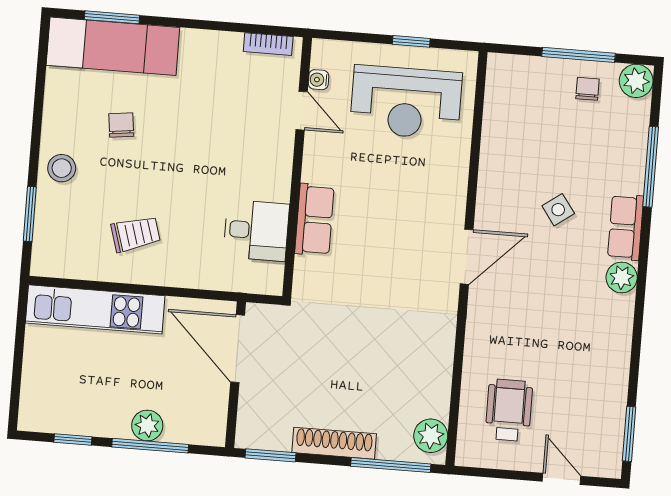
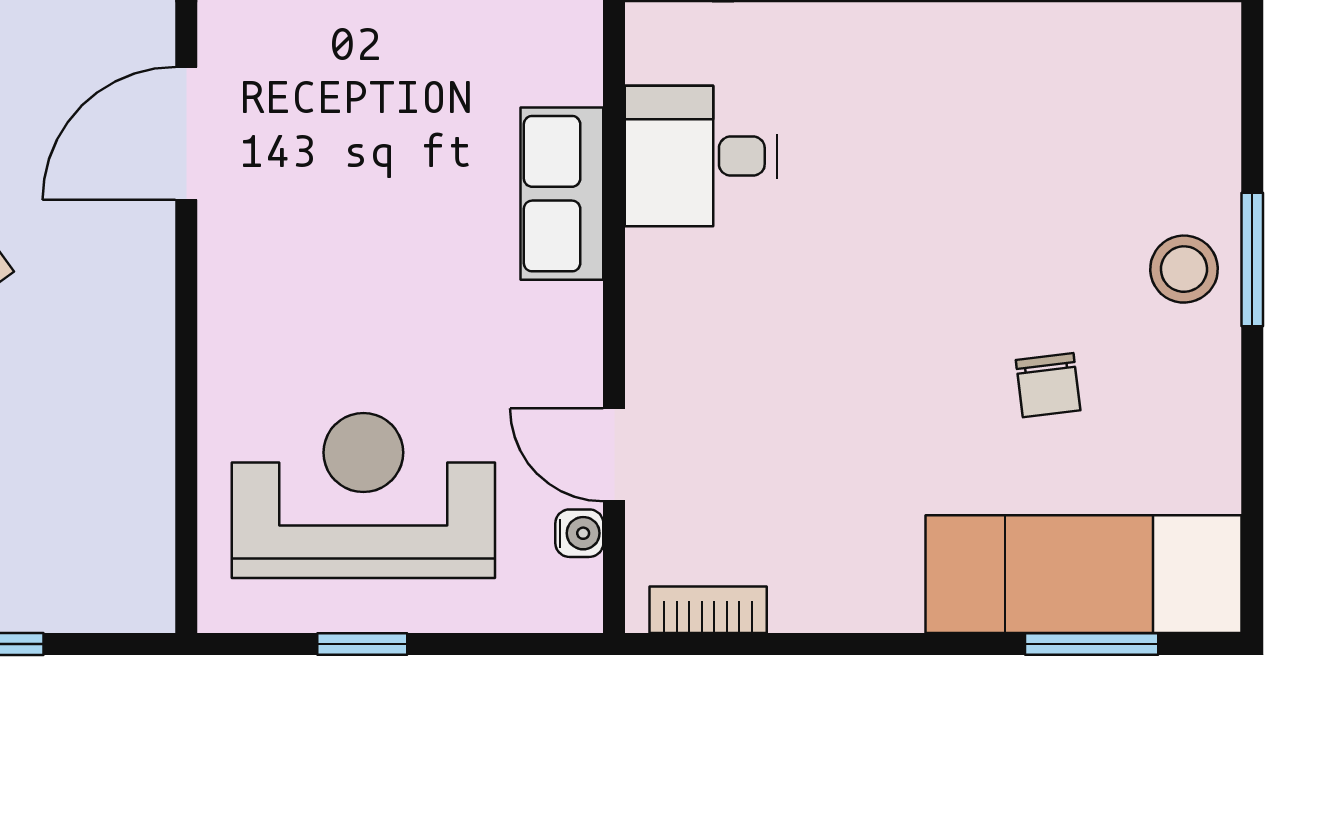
window: (30, 214) -> (1252, 259), moved
trolley: (136, 234) -> (992, 124), removed

